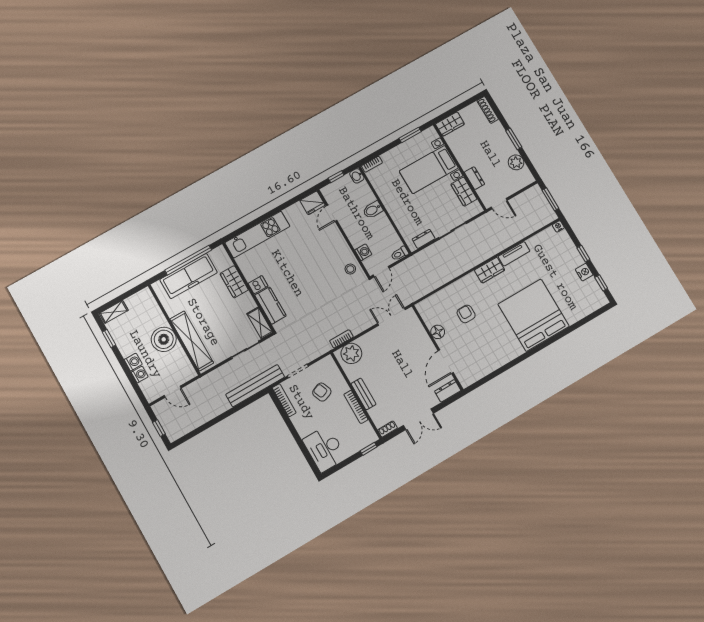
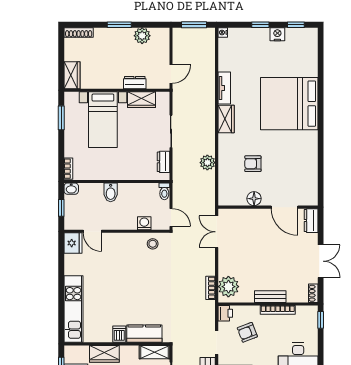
plant: (445, 276) -> (207, 163), added
printer: (327, 364) -> (225, 313), added

